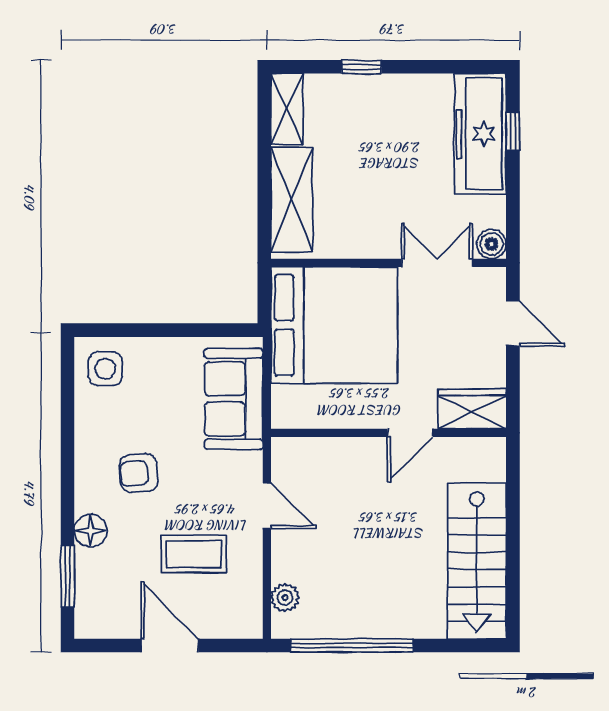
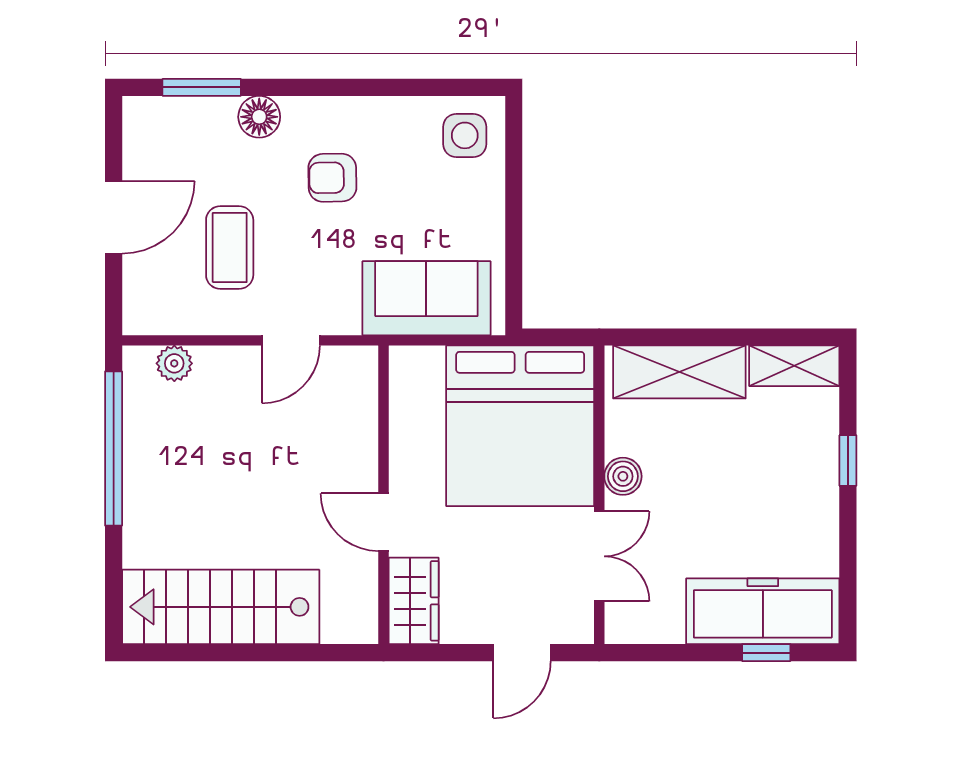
boiler: (492, 244) -> (623, 476), moved
armchair: (139, 473) -> (332, 178), turned -86

